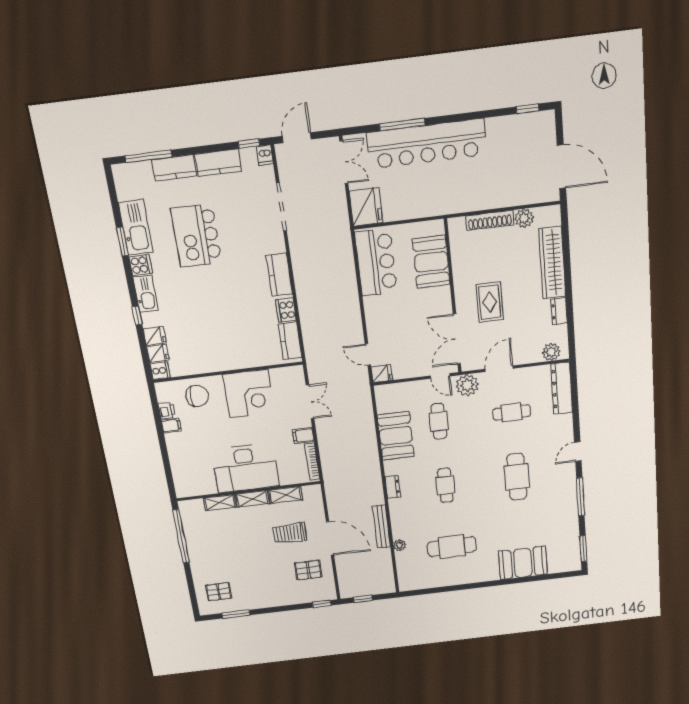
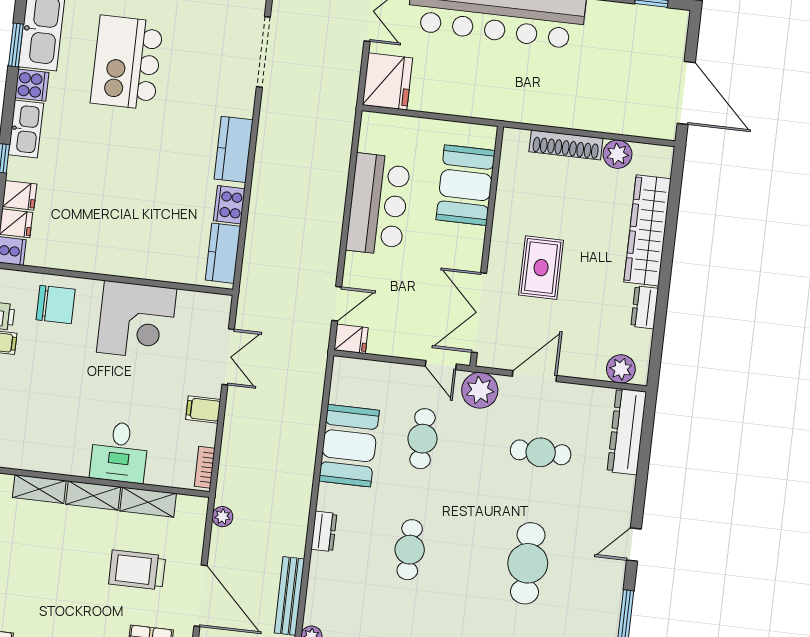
bar counter: (376, 262) -> (378, 204), moved
door: (368, 355) -> (337, 304), swing flipped
bookcase: (312, 461) -> (205, 467), width x0.64
desk: (245, 468) -> (119, 452), width x0.53, depth x0.77
plant: (331, 493) -> (222, 517), added

